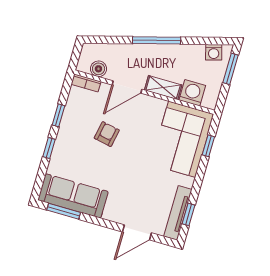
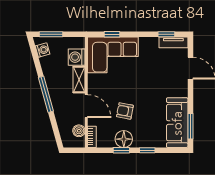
floor lamp: (72, 122) -> (124, 139), added
tv unit: (178, 213) -> (173, 42), width x0.71

